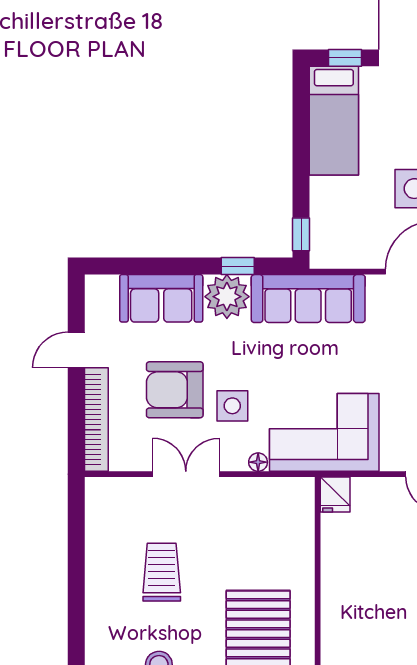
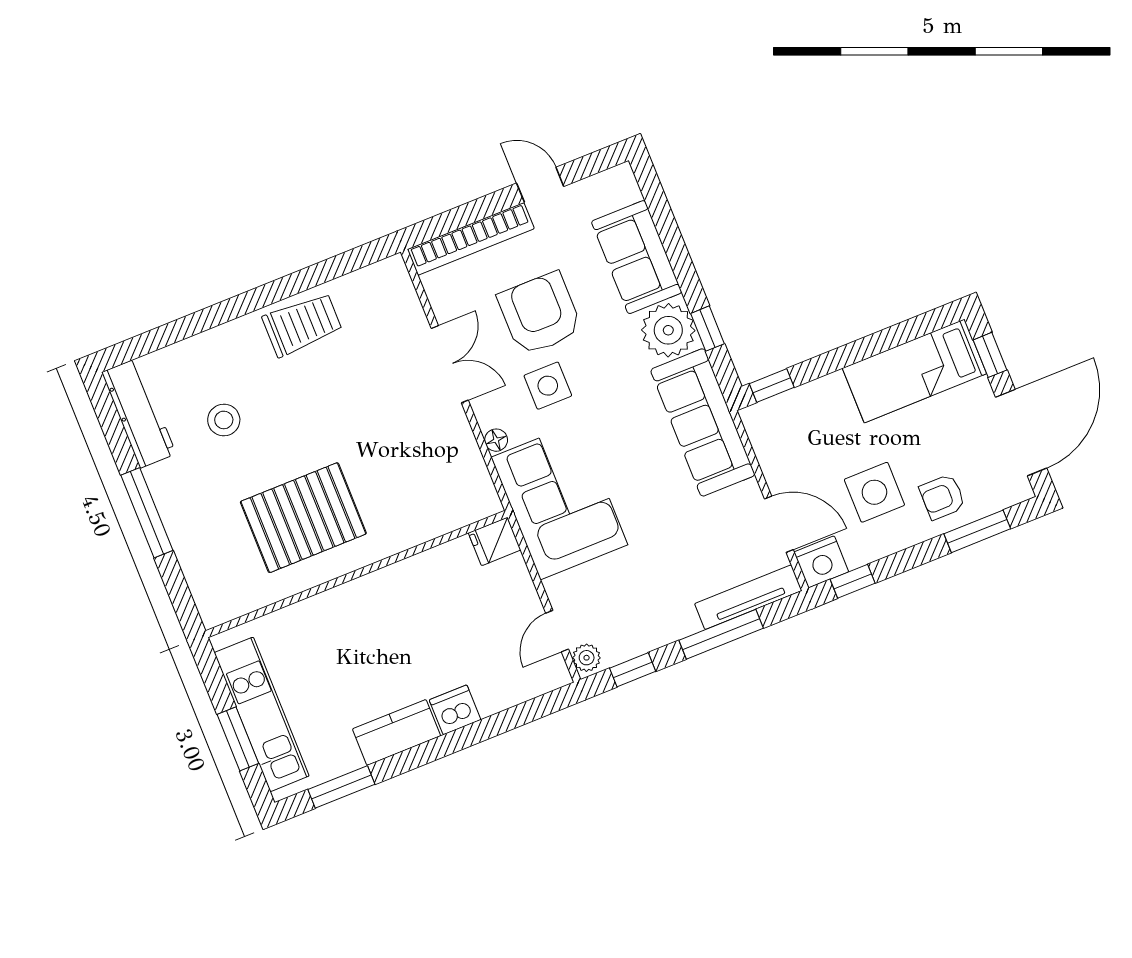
trolley: (162, 572) -> (302, 324), moved

